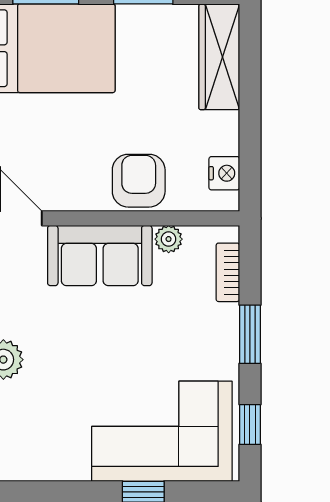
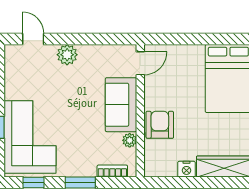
nightstand: (224, 173) -> (186, 169), moved
armchair: (139, 181) -> (160, 125), turned -90

